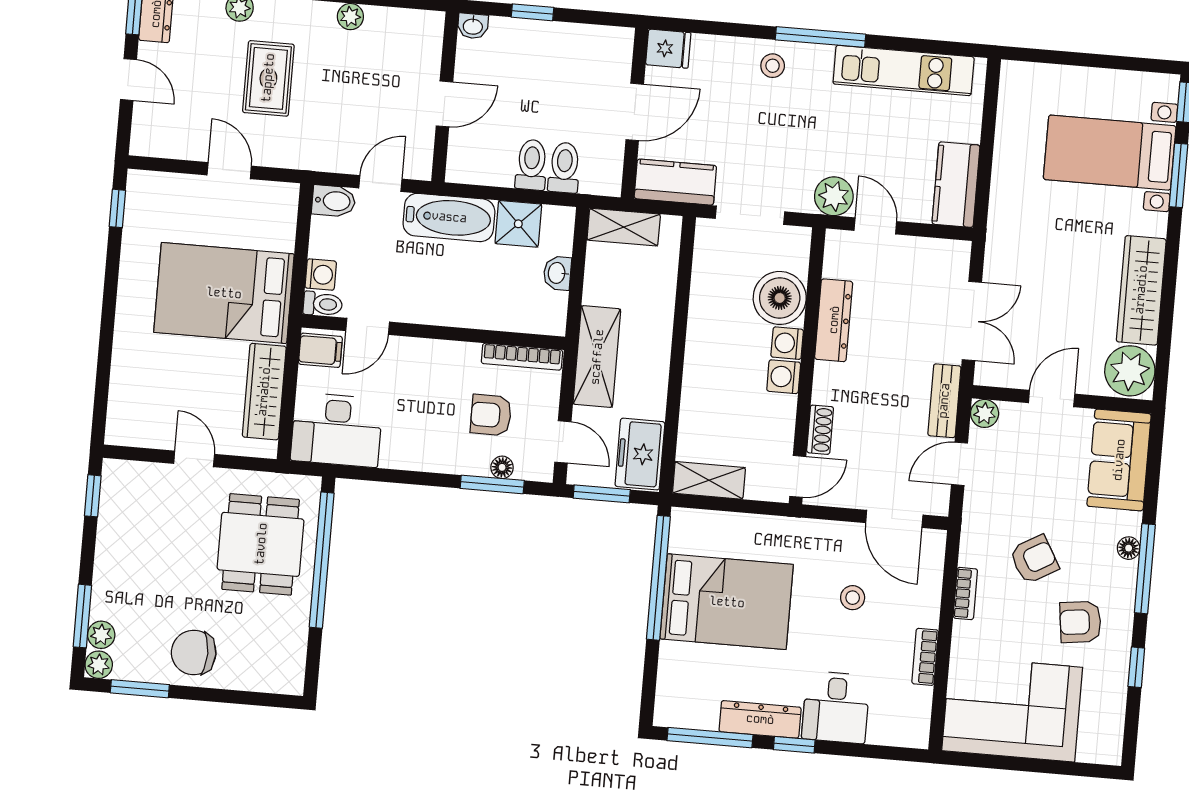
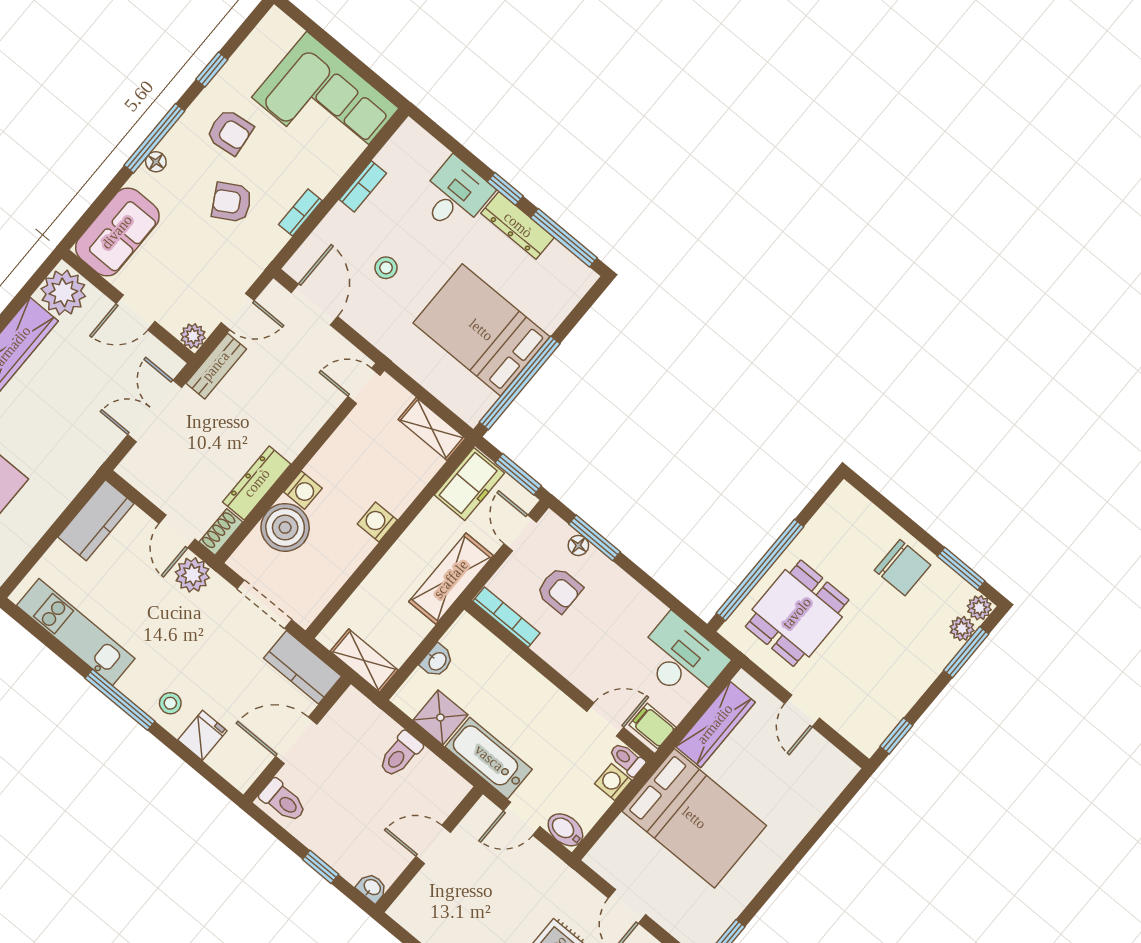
fridge: (668, 49) -> (202, 735), moved, turned 90
toilet: (564, 168) -> (283, 801), moved, turned -90
washing machine: (784, 377) -> (377, 522), moved, turned 180
shoe rack: (820, 430) -> (221, 532), moved

